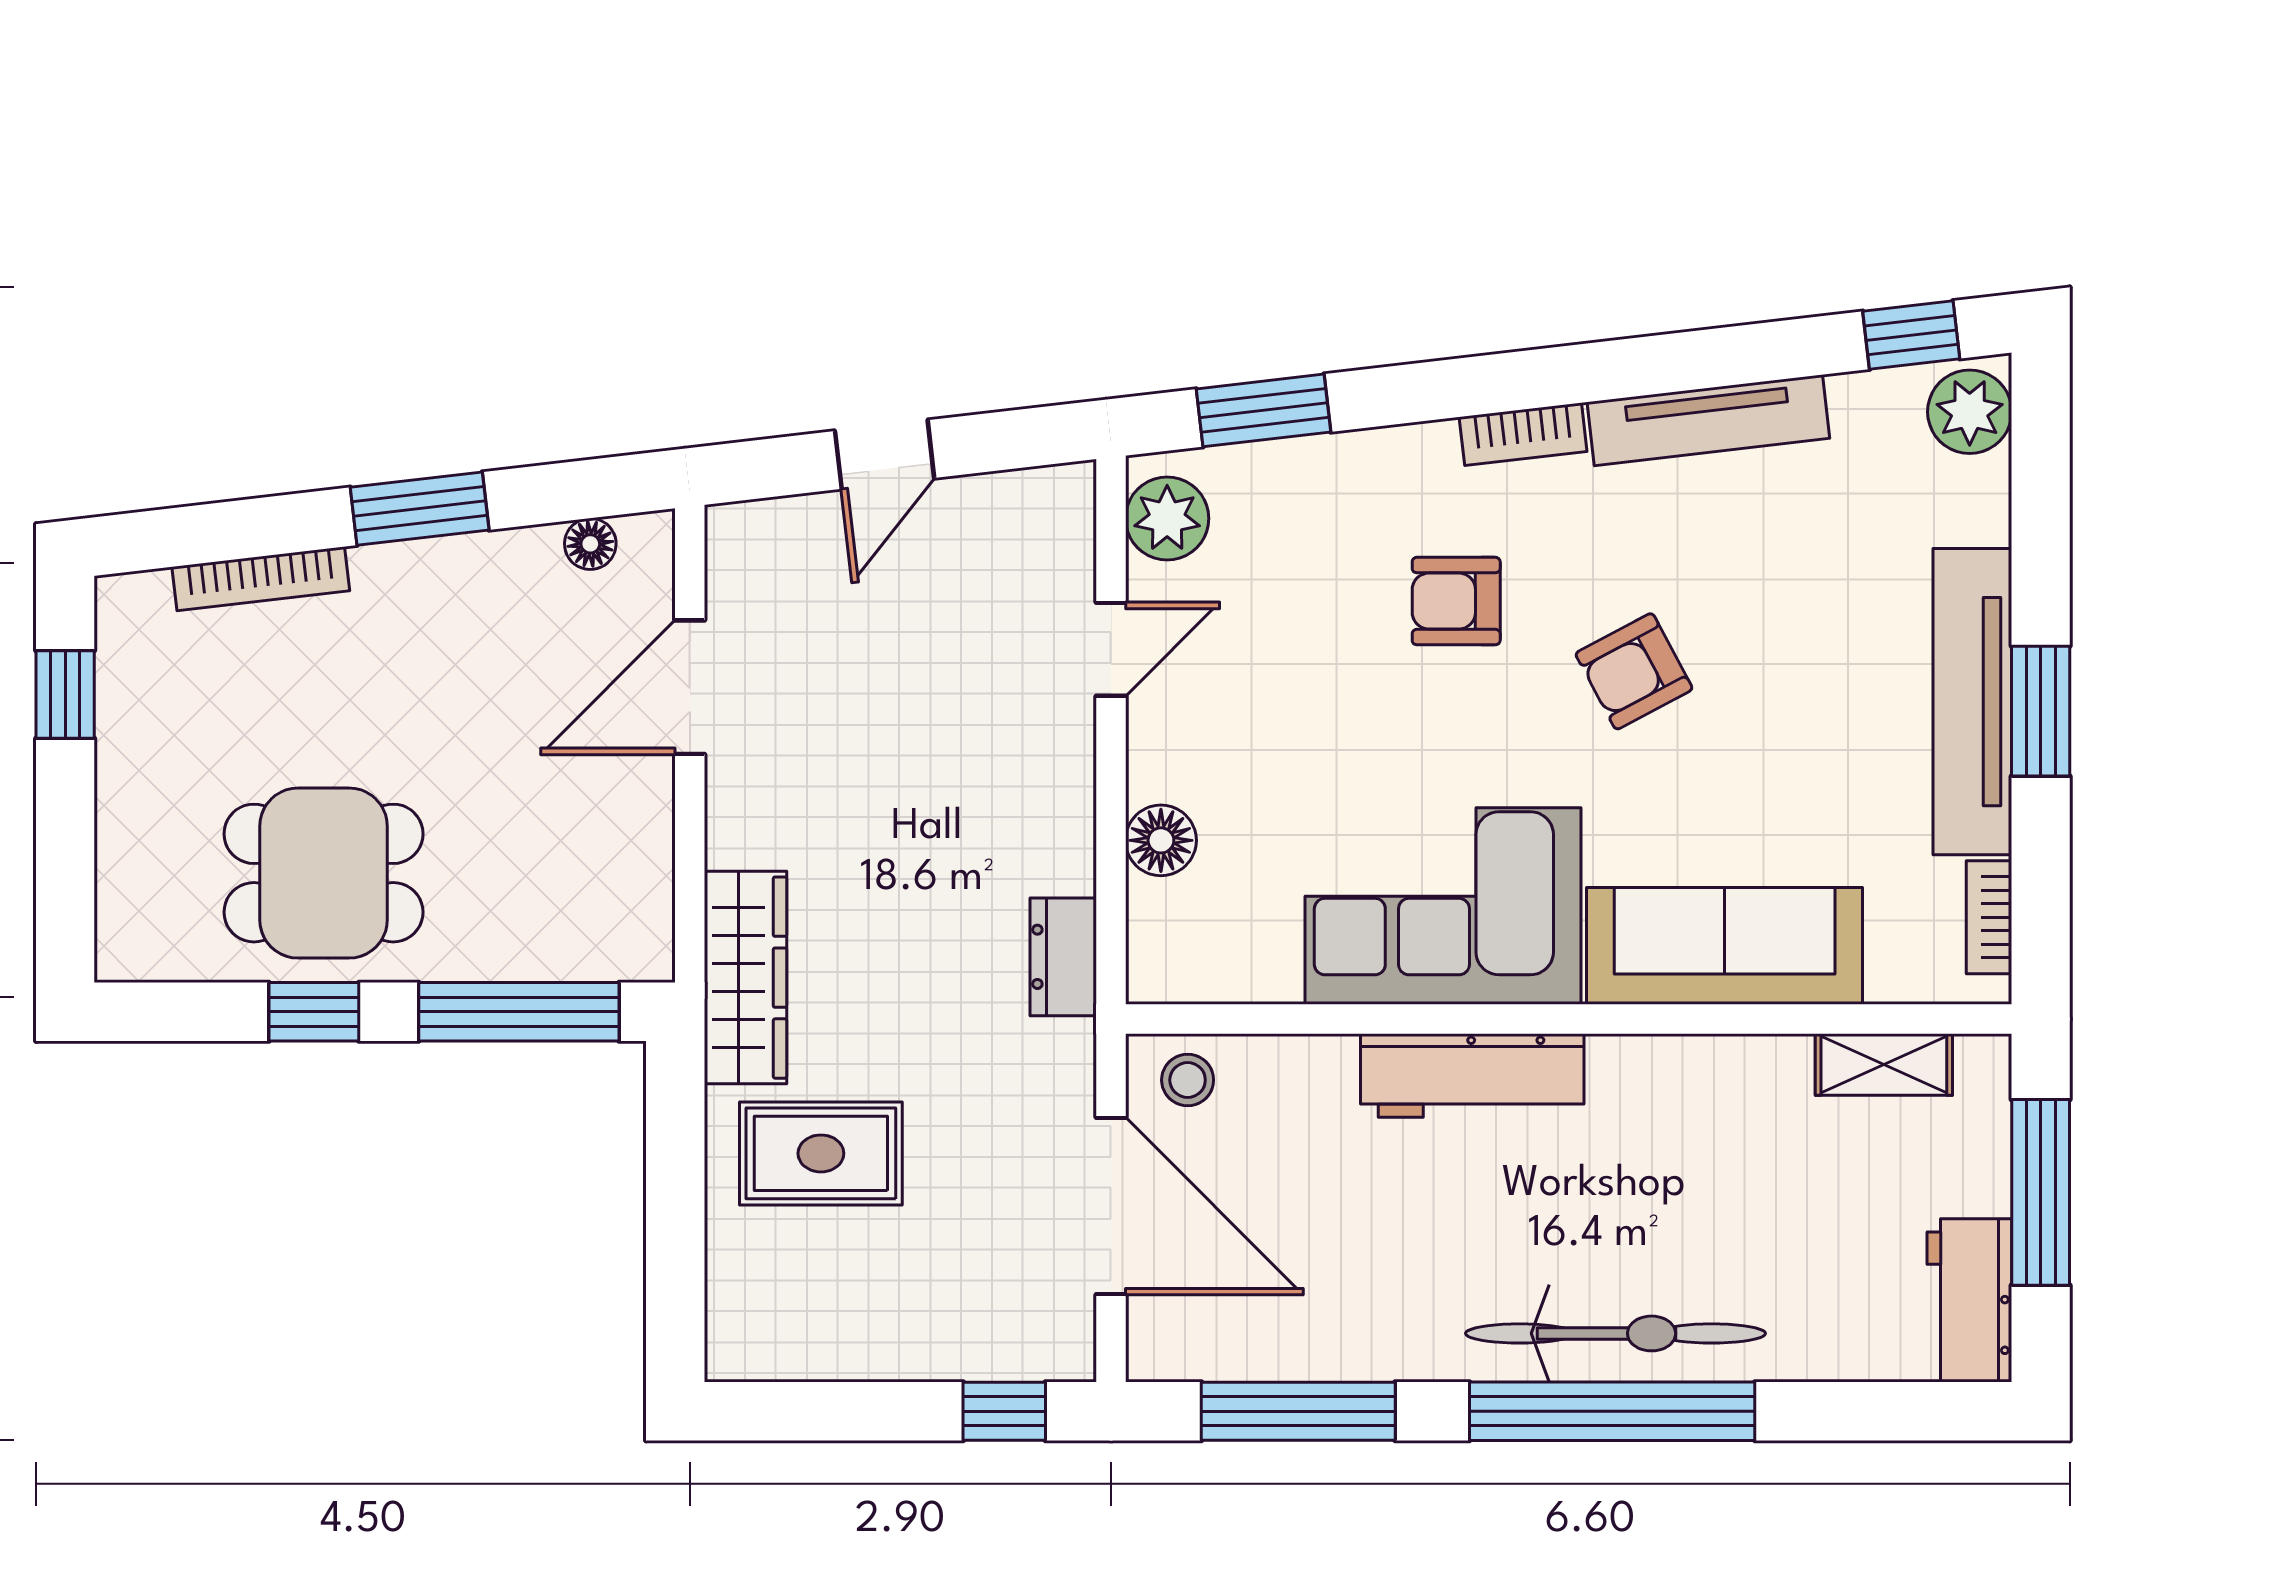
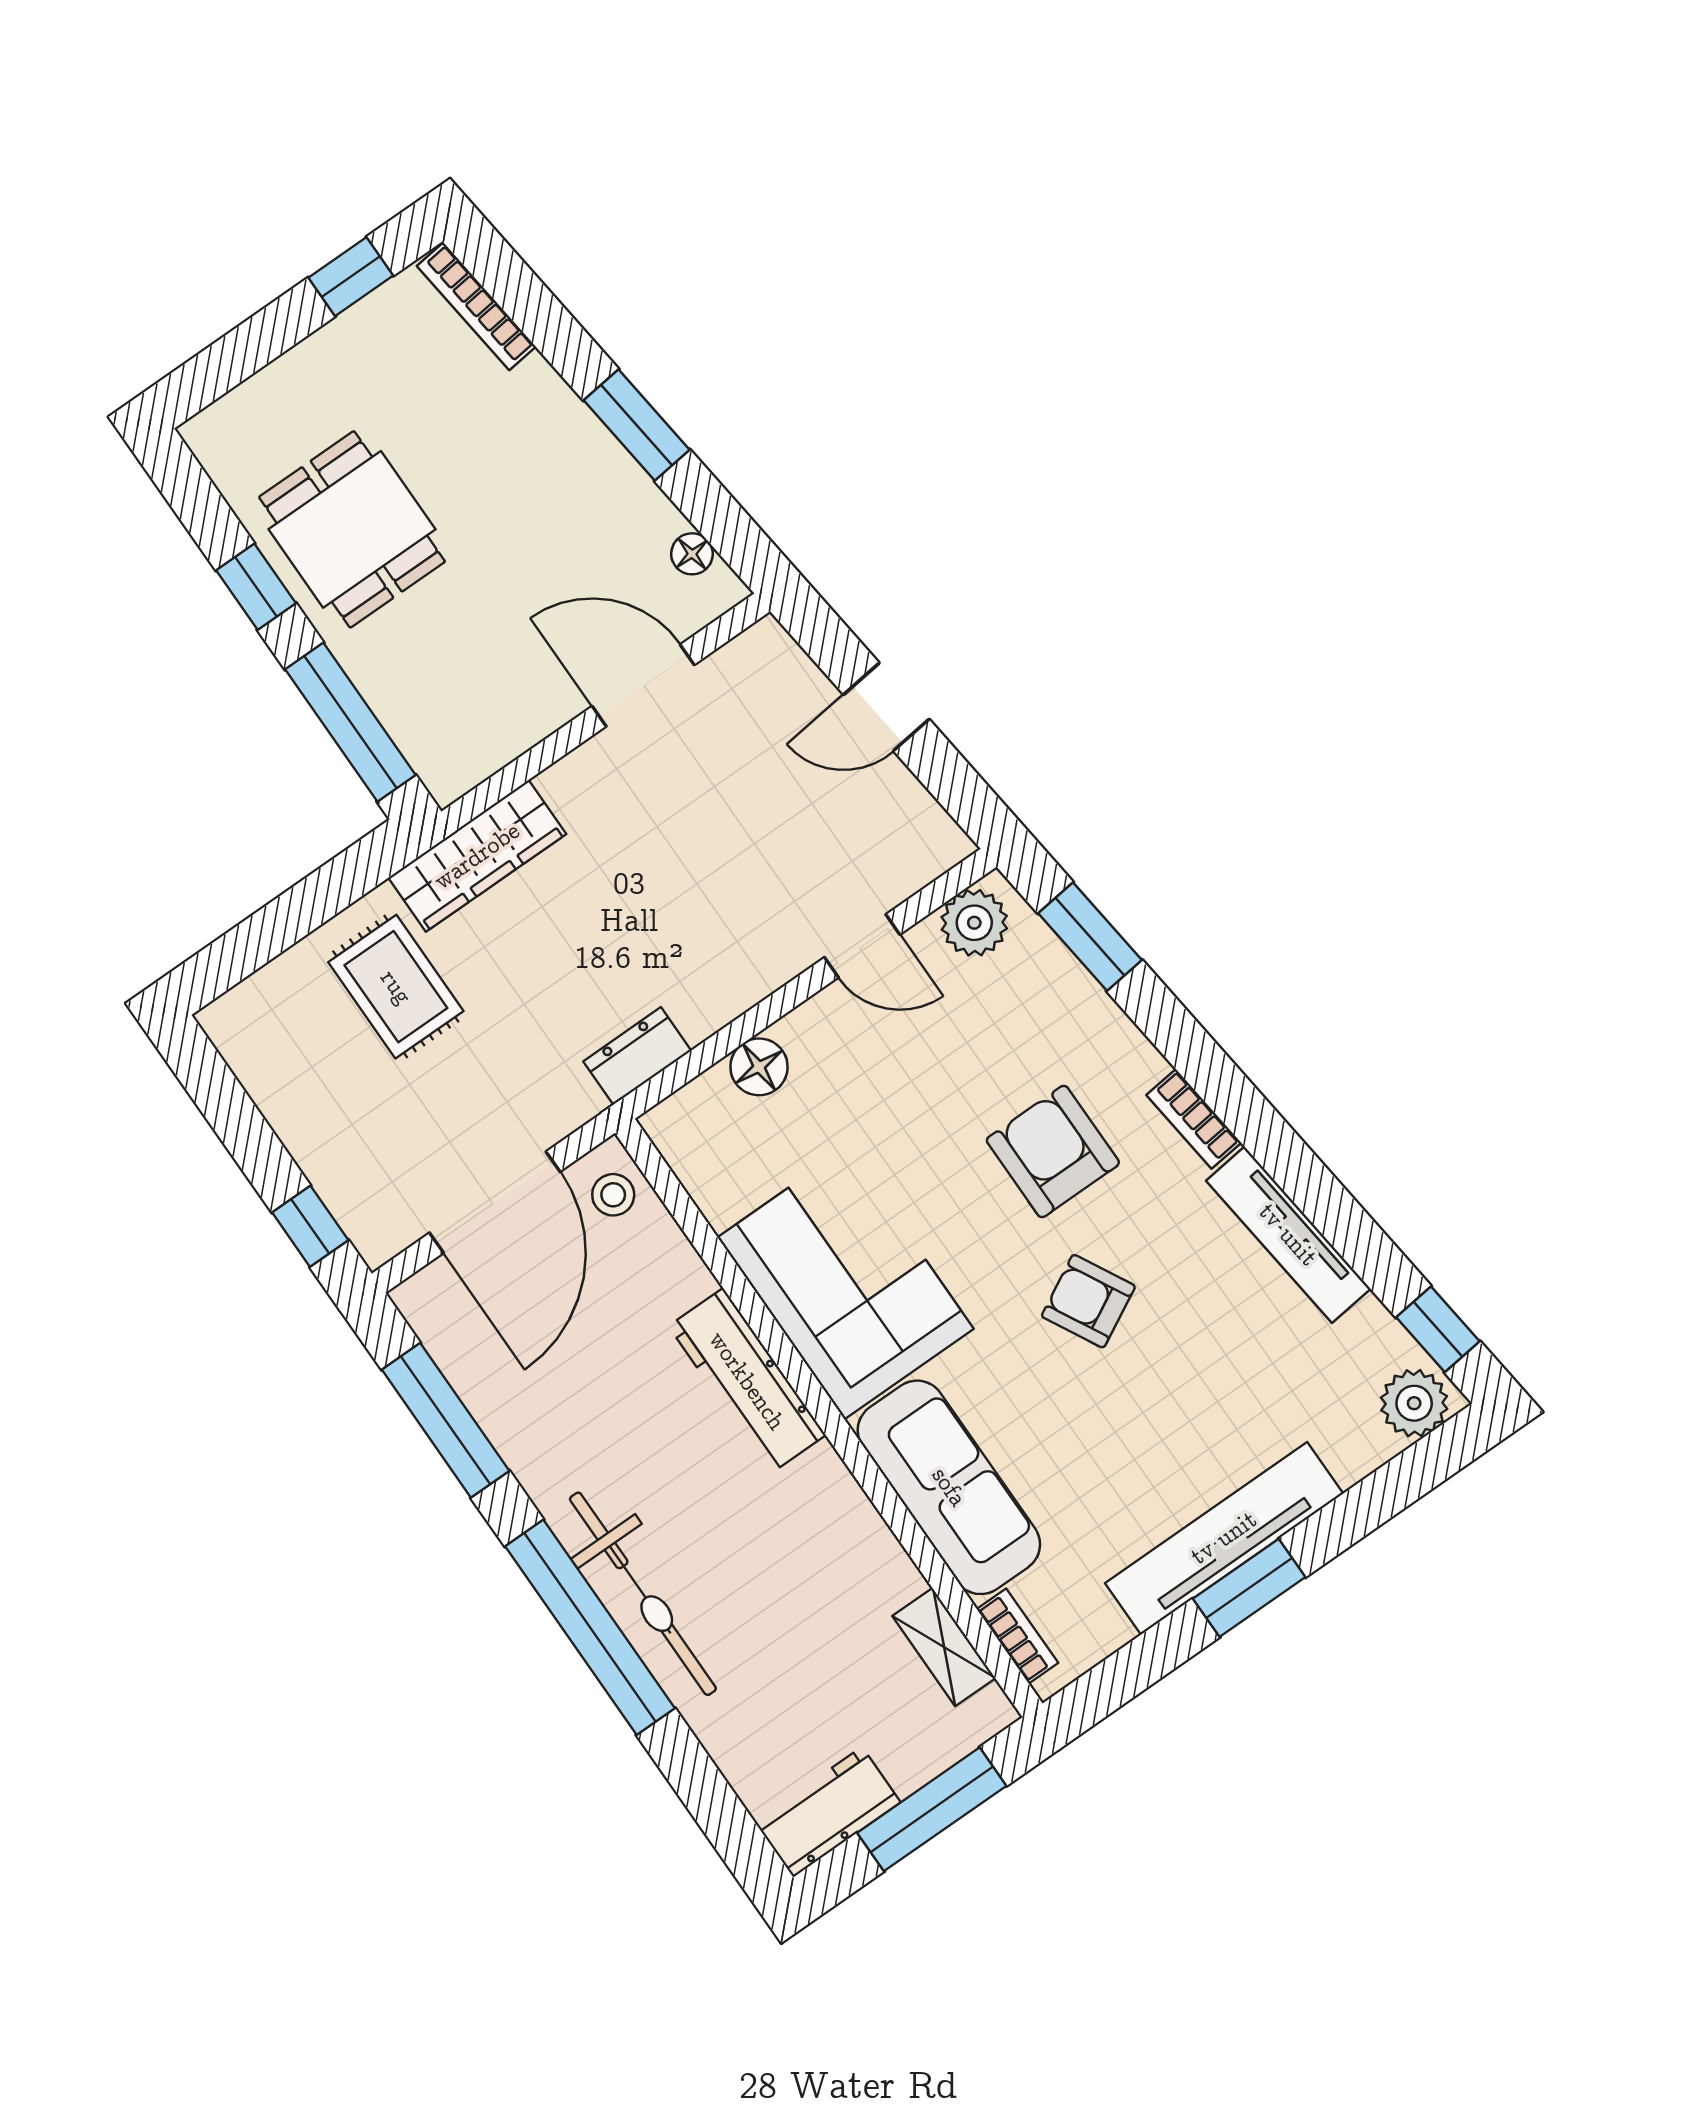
bookcase: (261, 579) -> (476, 306), moved
armchair: (1456, 601) -> (1053, 1151), width x1.38, depth x1.38
bookcase: (1989, 917) -> (1017, 1636), moved, turned 90

